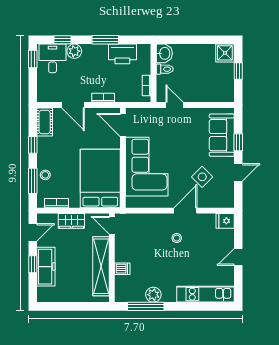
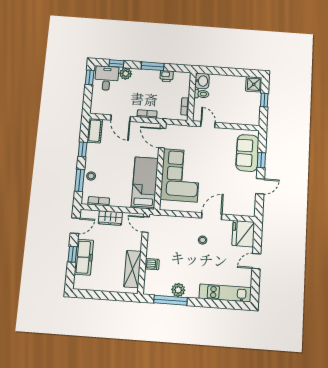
printer: (122, 54) -> (167, 76), width x0.53, depth x0.68
side table: (202, 177) -> (228, 188), removed
bed: (100, 178) -> (145, 183), width x0.67
fridge: (225, 221) -> (243, 234), width x1.88, depth x1.34
shelving: (101, 266) -> (132, 269), width x0.68

